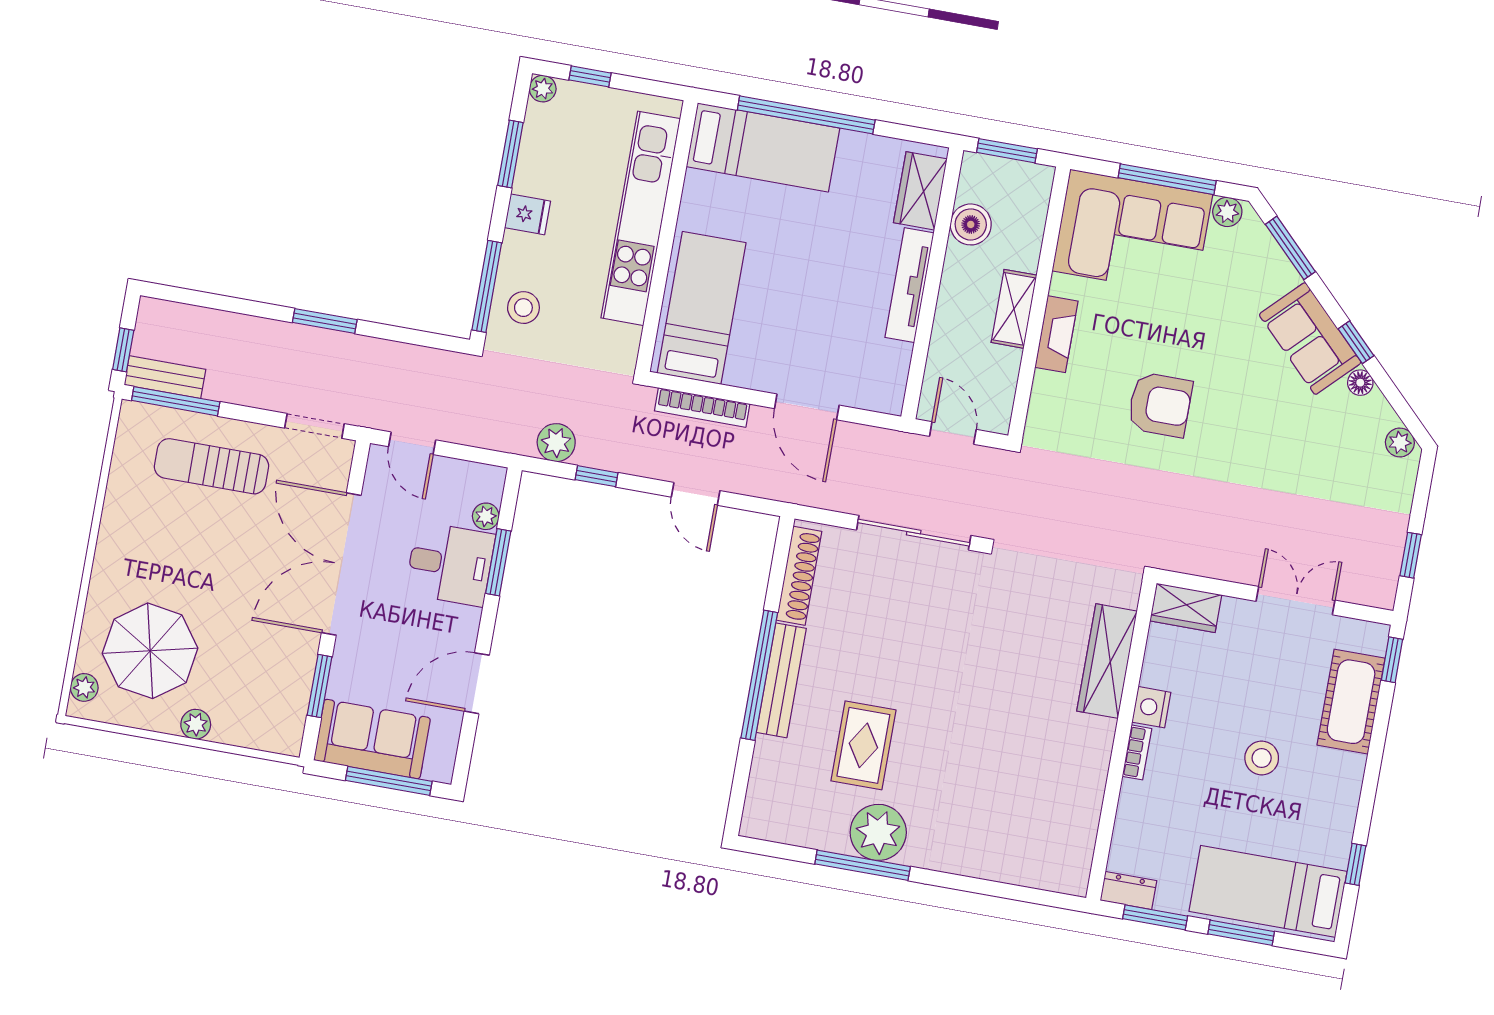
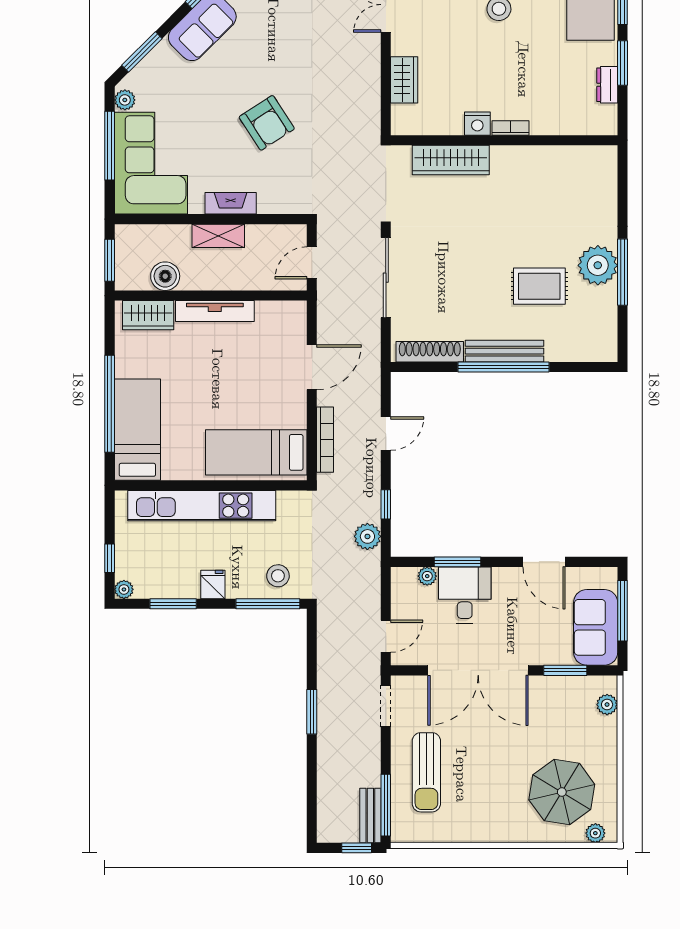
armchair: (1160, 405) -> (267, 123), turned 147
wardrobe: (1107, 661) -> (451, 160), moved
nightstand: (1151, 707) -> (477, 124), moved
plant: (196, 724) -> (607, 705), moved
wall: (1121, 741) -> (504, 140), moved
bookcase: (1137, 752) -> (510, 128), moved

